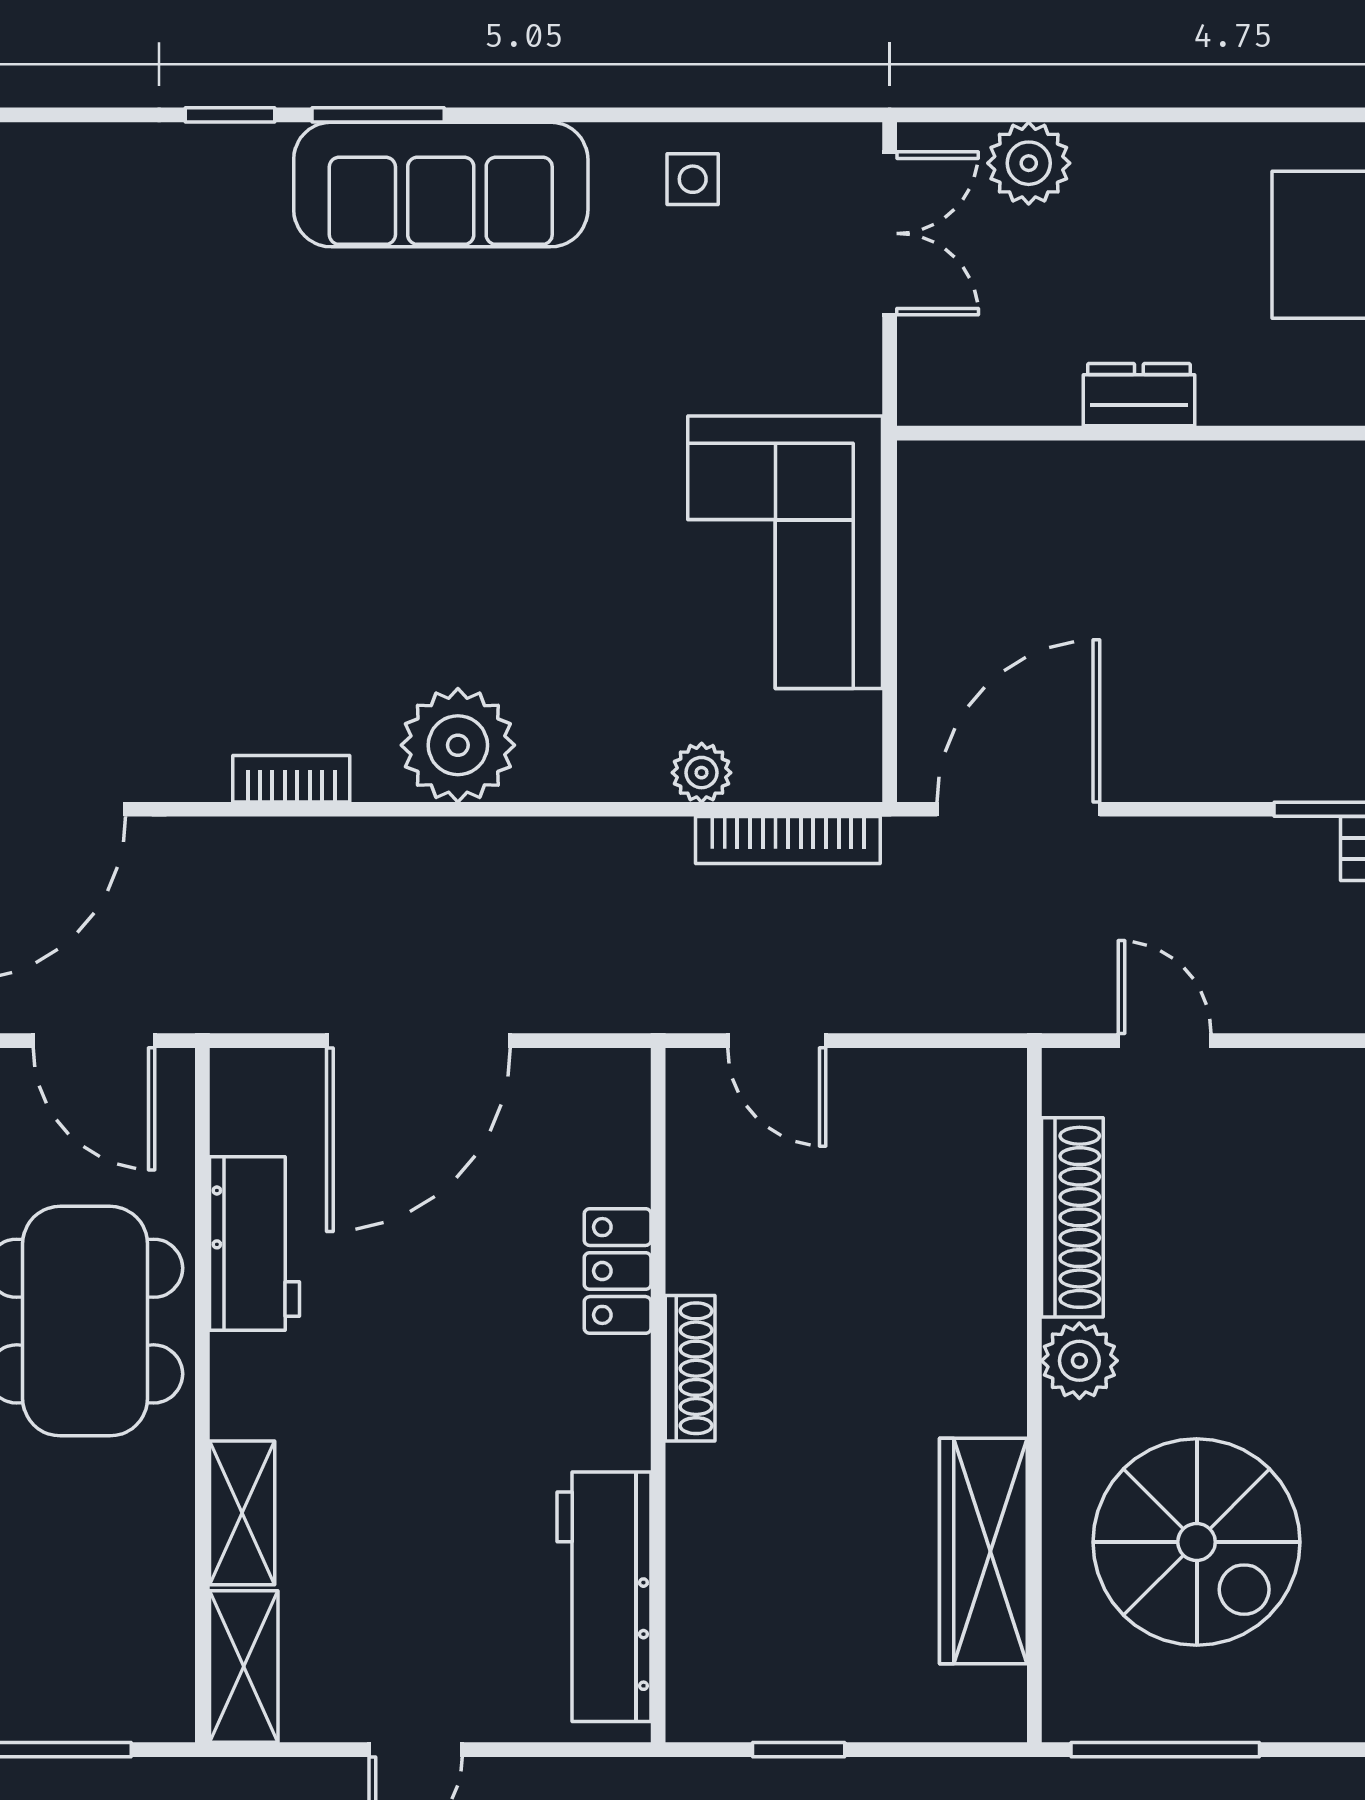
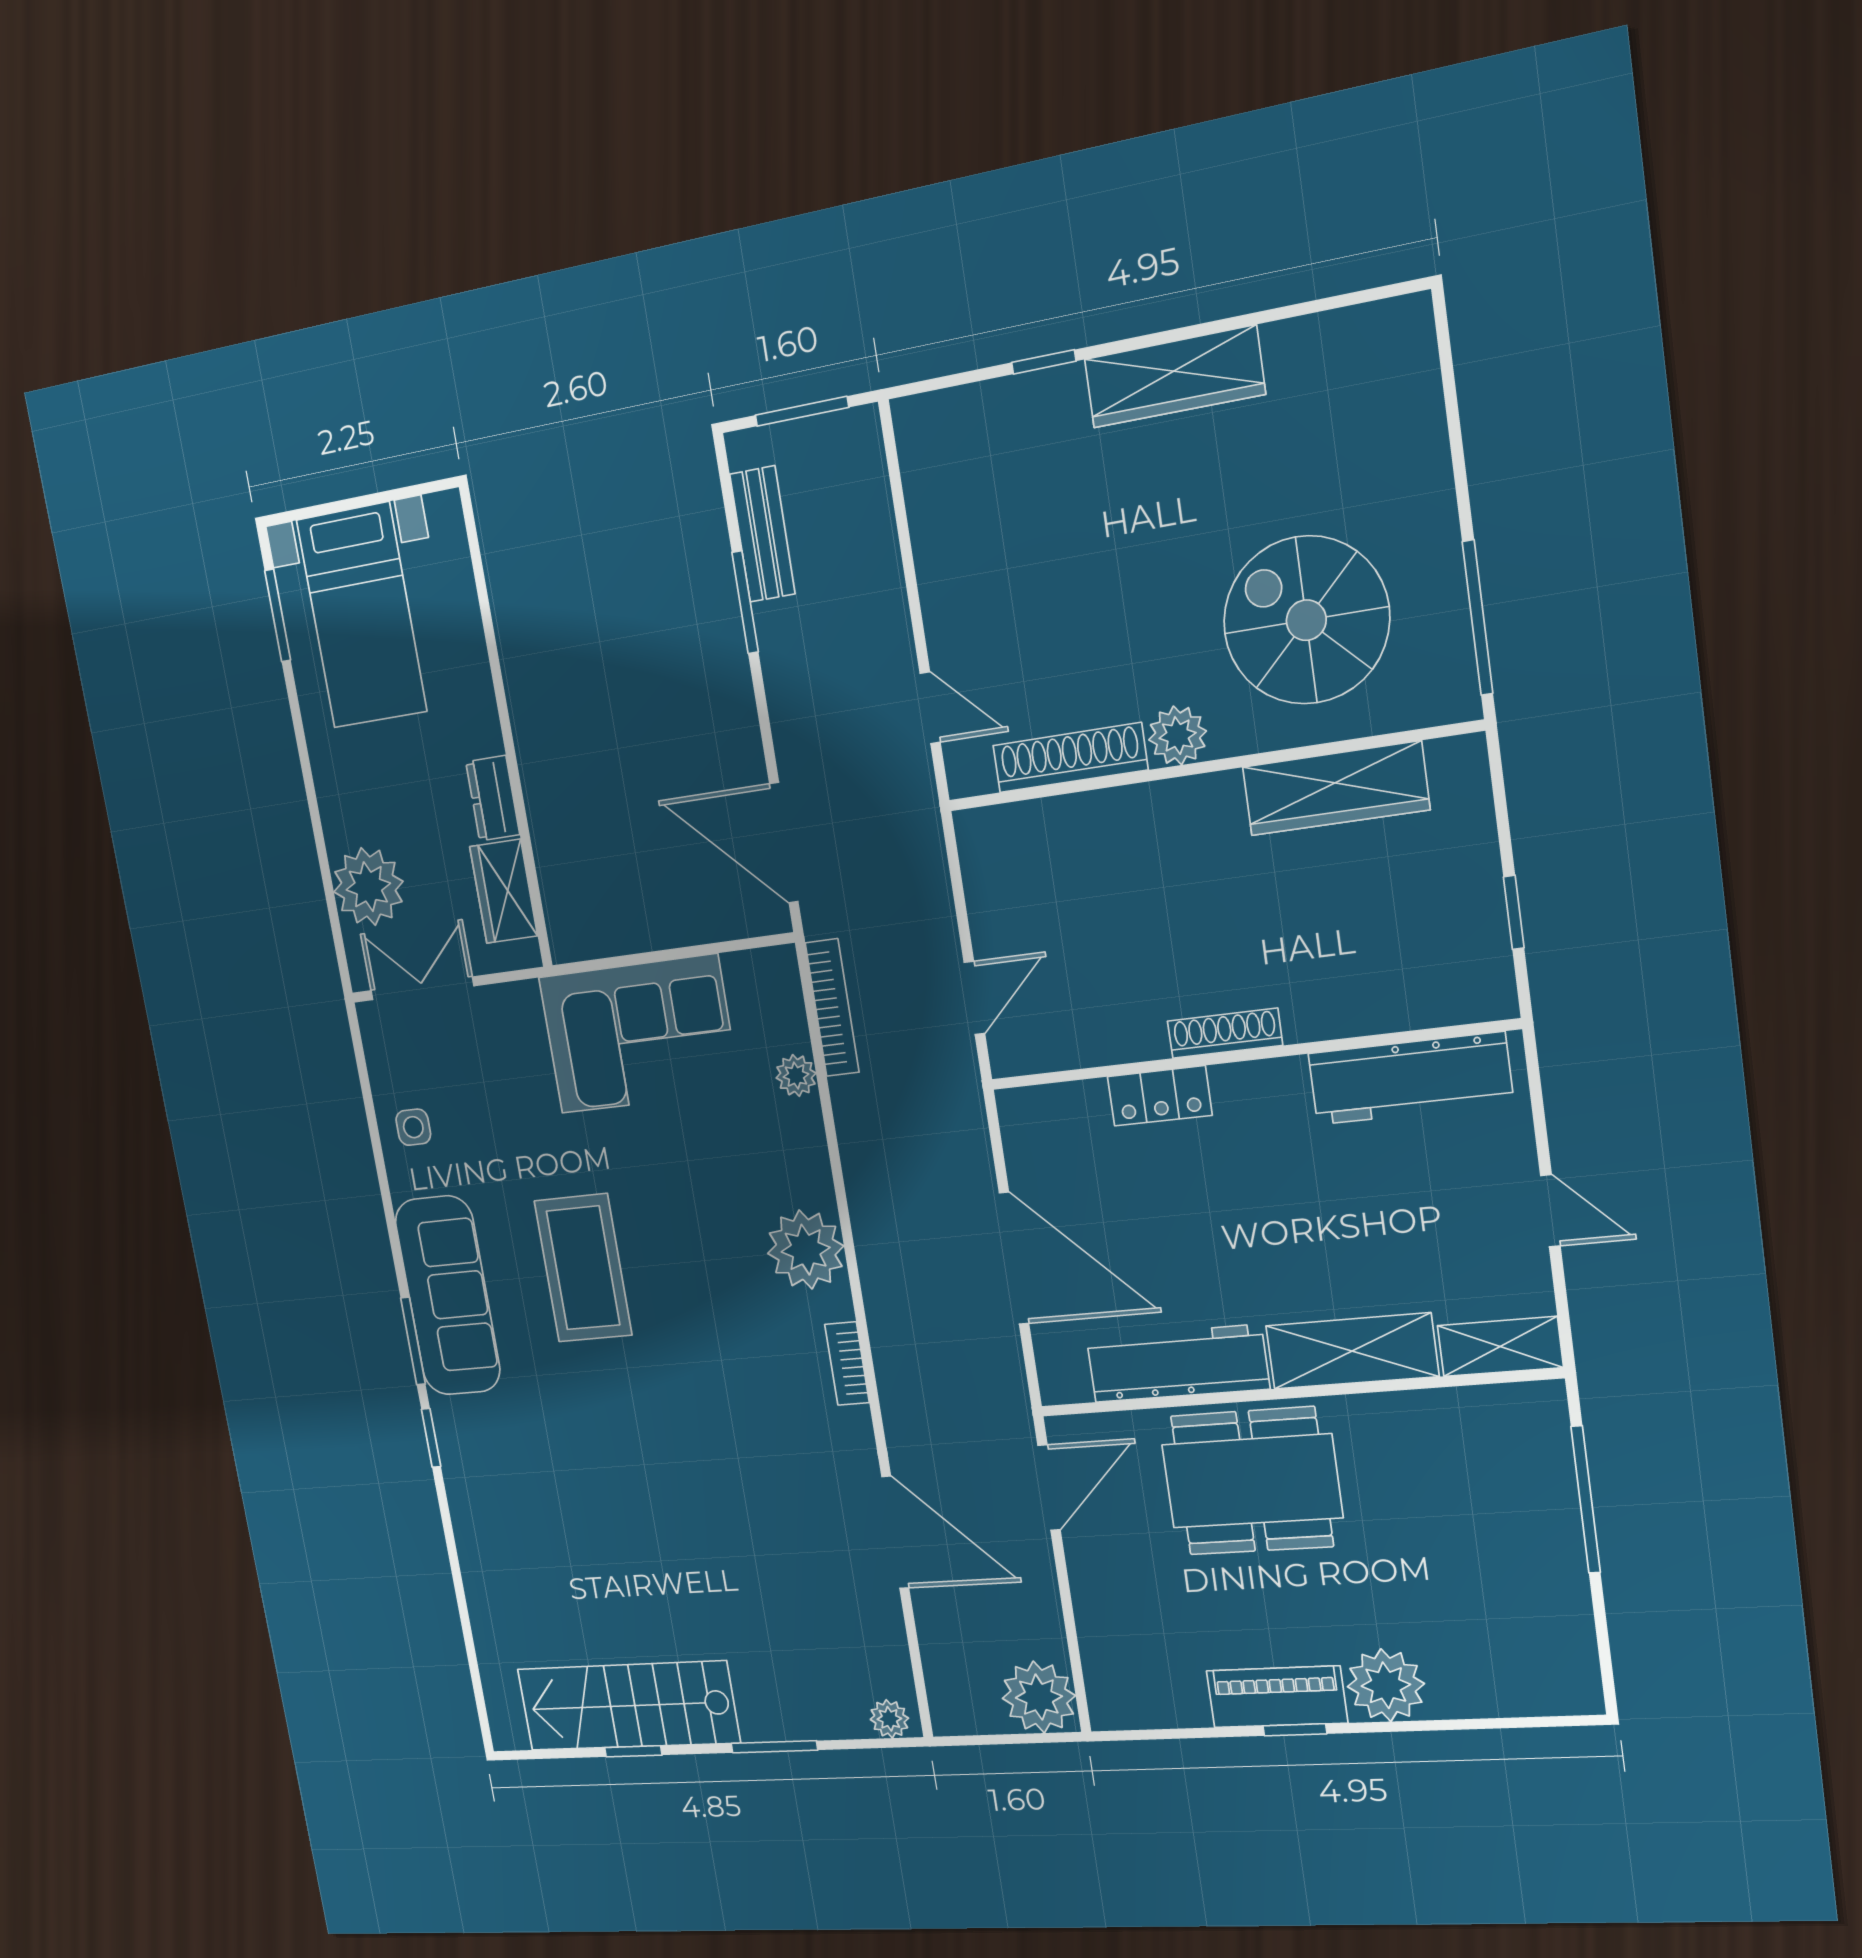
plant: (1029, 163) -> (368, 887), width x1.36, depth x1.36
wardrobe: (1009, 386) -> (504, 891), added
coffee table: (462, 406) -> (583, 1268), added
door: (1165, 1041) -> (930, 708), swing flipped
workbench: (255, 1243) -> (1178, 1363), width x1.38
shelving: (242, 1513) -> (1352, 1351), width x1.50, depth x1.33
spiral stairs: (1197, 1542) -> (1306, 620), turned -90

